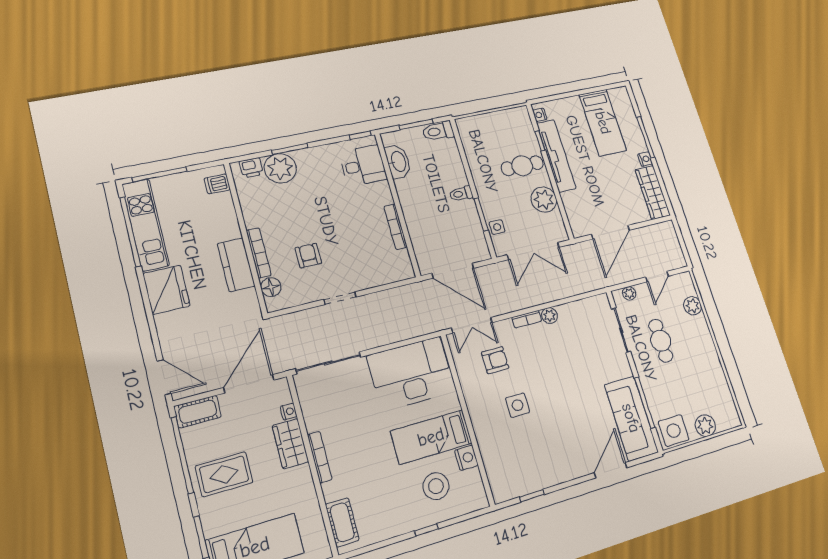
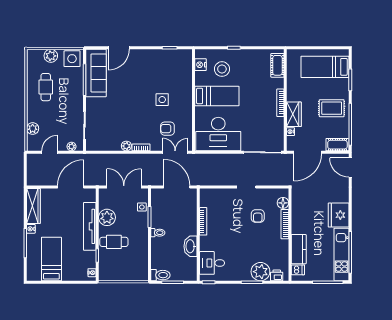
tv unit: (556, 156) -> (90, 226), moved
washbasin: (398, 162) -> (190, 246), moved
kitchen counter: (236, 265) -> (299, 249), moved
cafe table: (661, 341) -> (46, 87), moved
nightstand: (466, 458) -> (201, 65), moved

